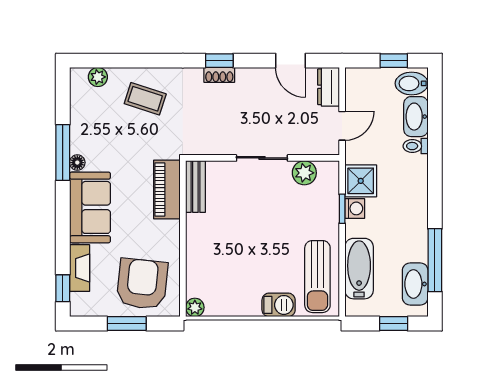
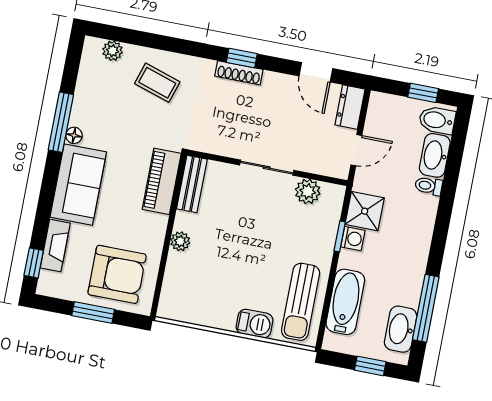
shoe rack: (219, 75) -> (239, 73), width x1.43
armchair: (142, 284) -> (117, 274), turned 84
plant: (195, 307) -> (180, 241), moved

